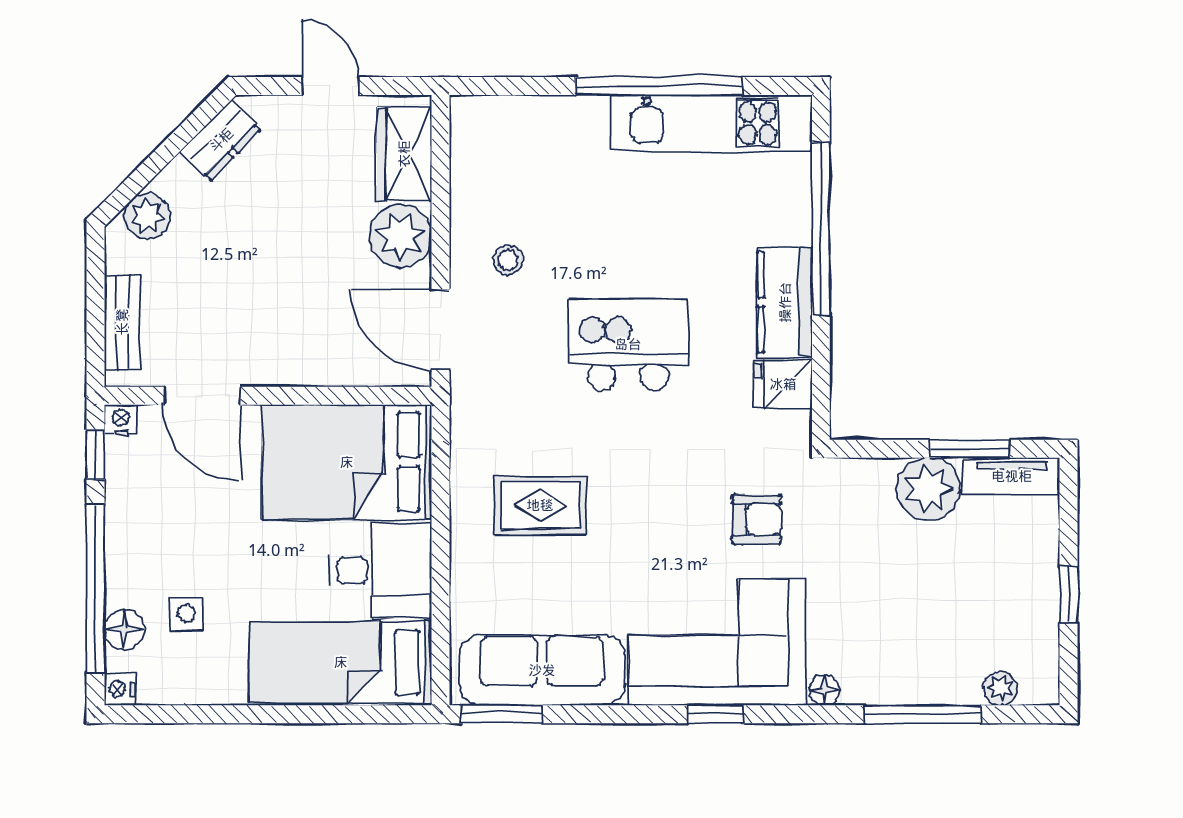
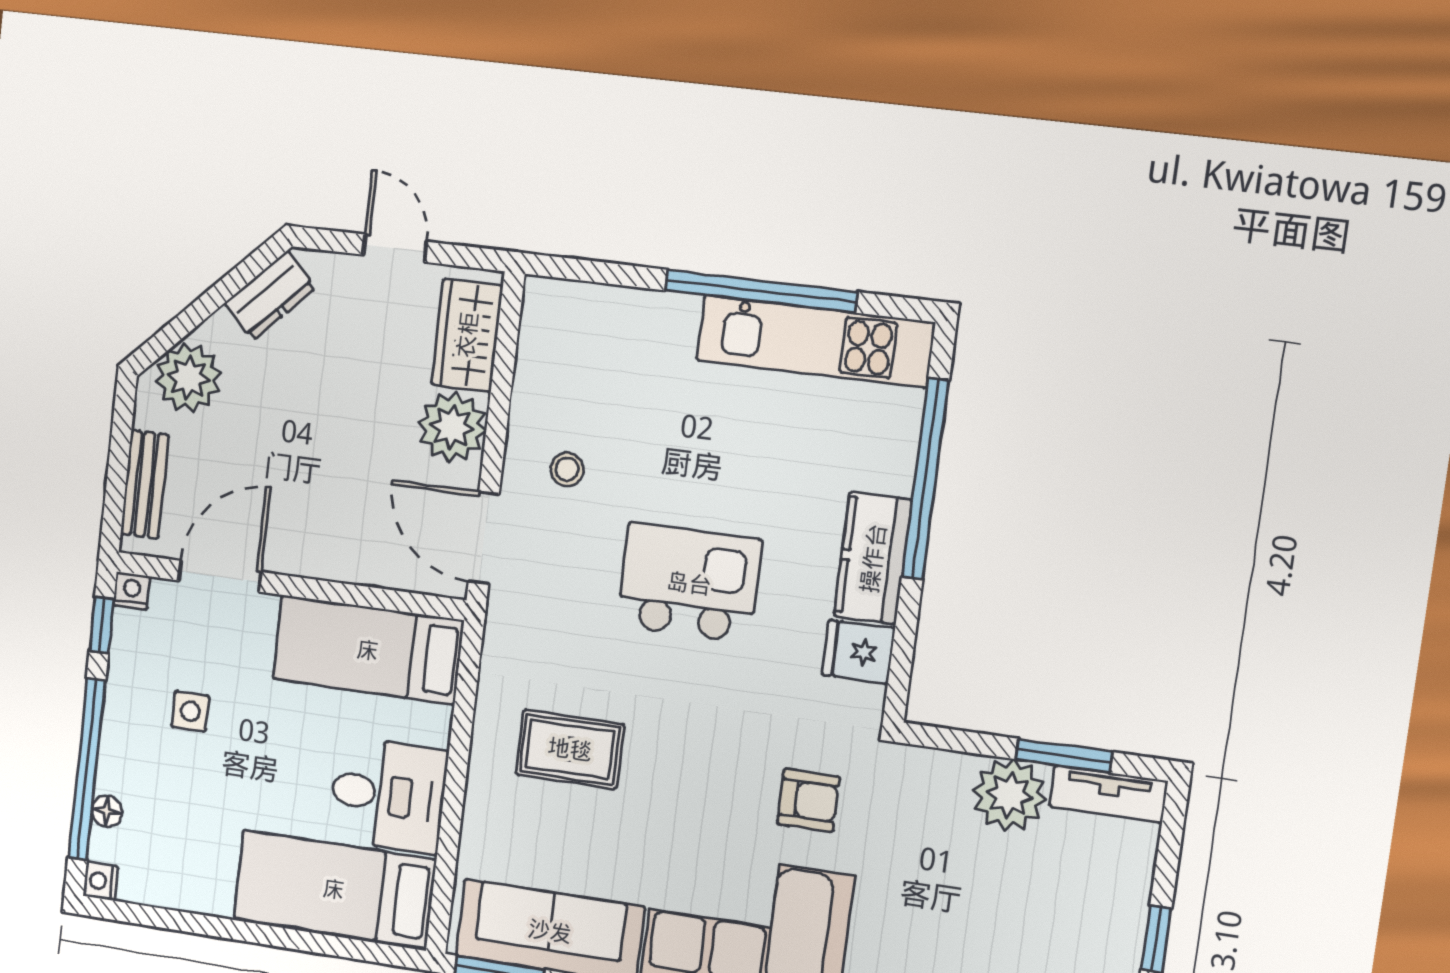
plant: (147, 216) -> (188, 378), width x1.36, depth x1.36
door: (202, 396) -> (220, 576), swing flipped
bed: (347, 462) -> (368, 650), width x0.67
side table: (187, 614) -> (190, 711), moved
floor lamp: (124, 629) -> (107, 811), width x0.73, depth x0.73

